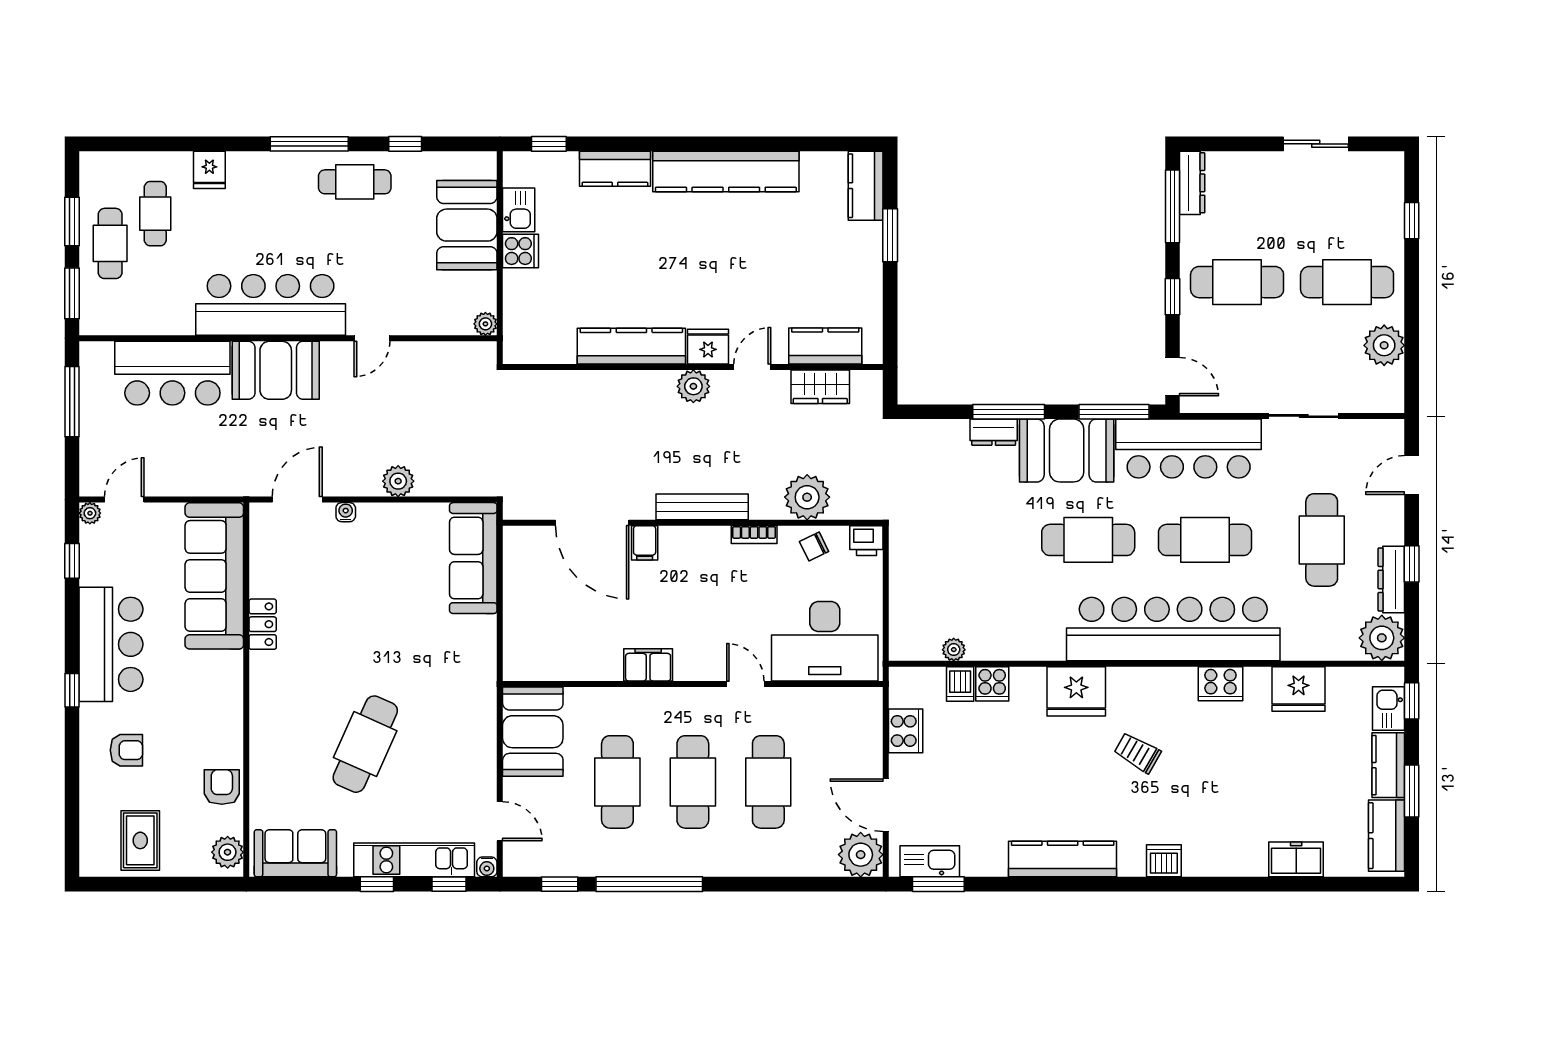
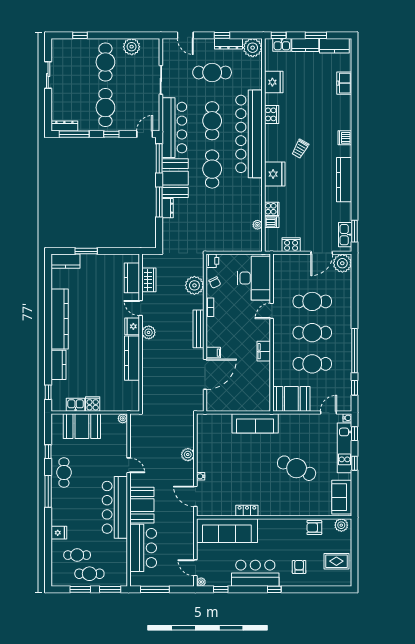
sofa: (473, 558) -> (255, 423), moved

